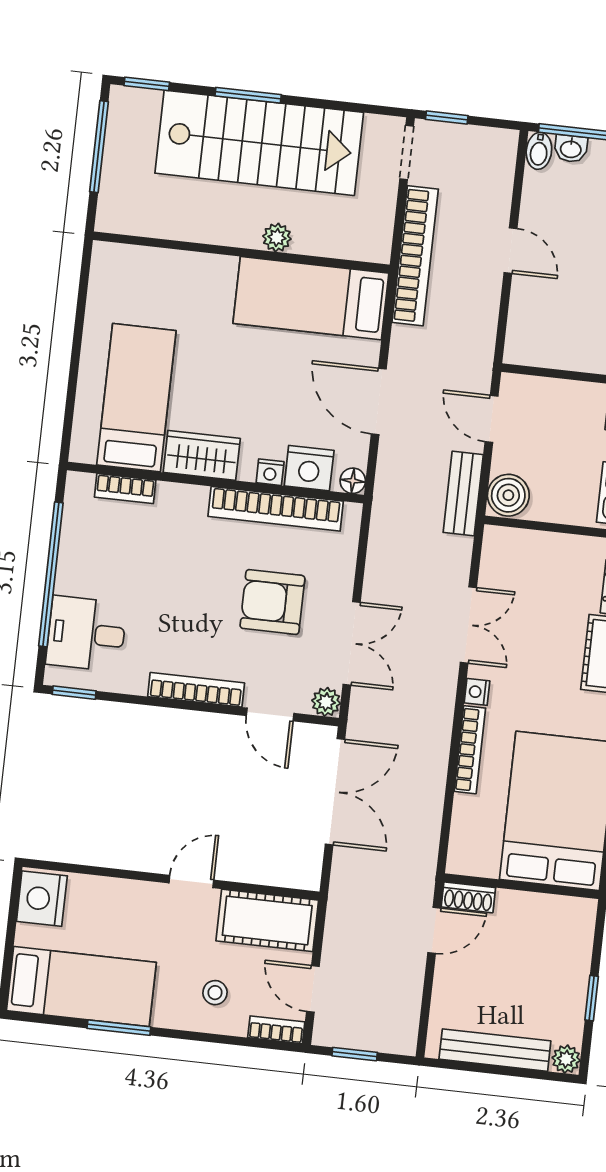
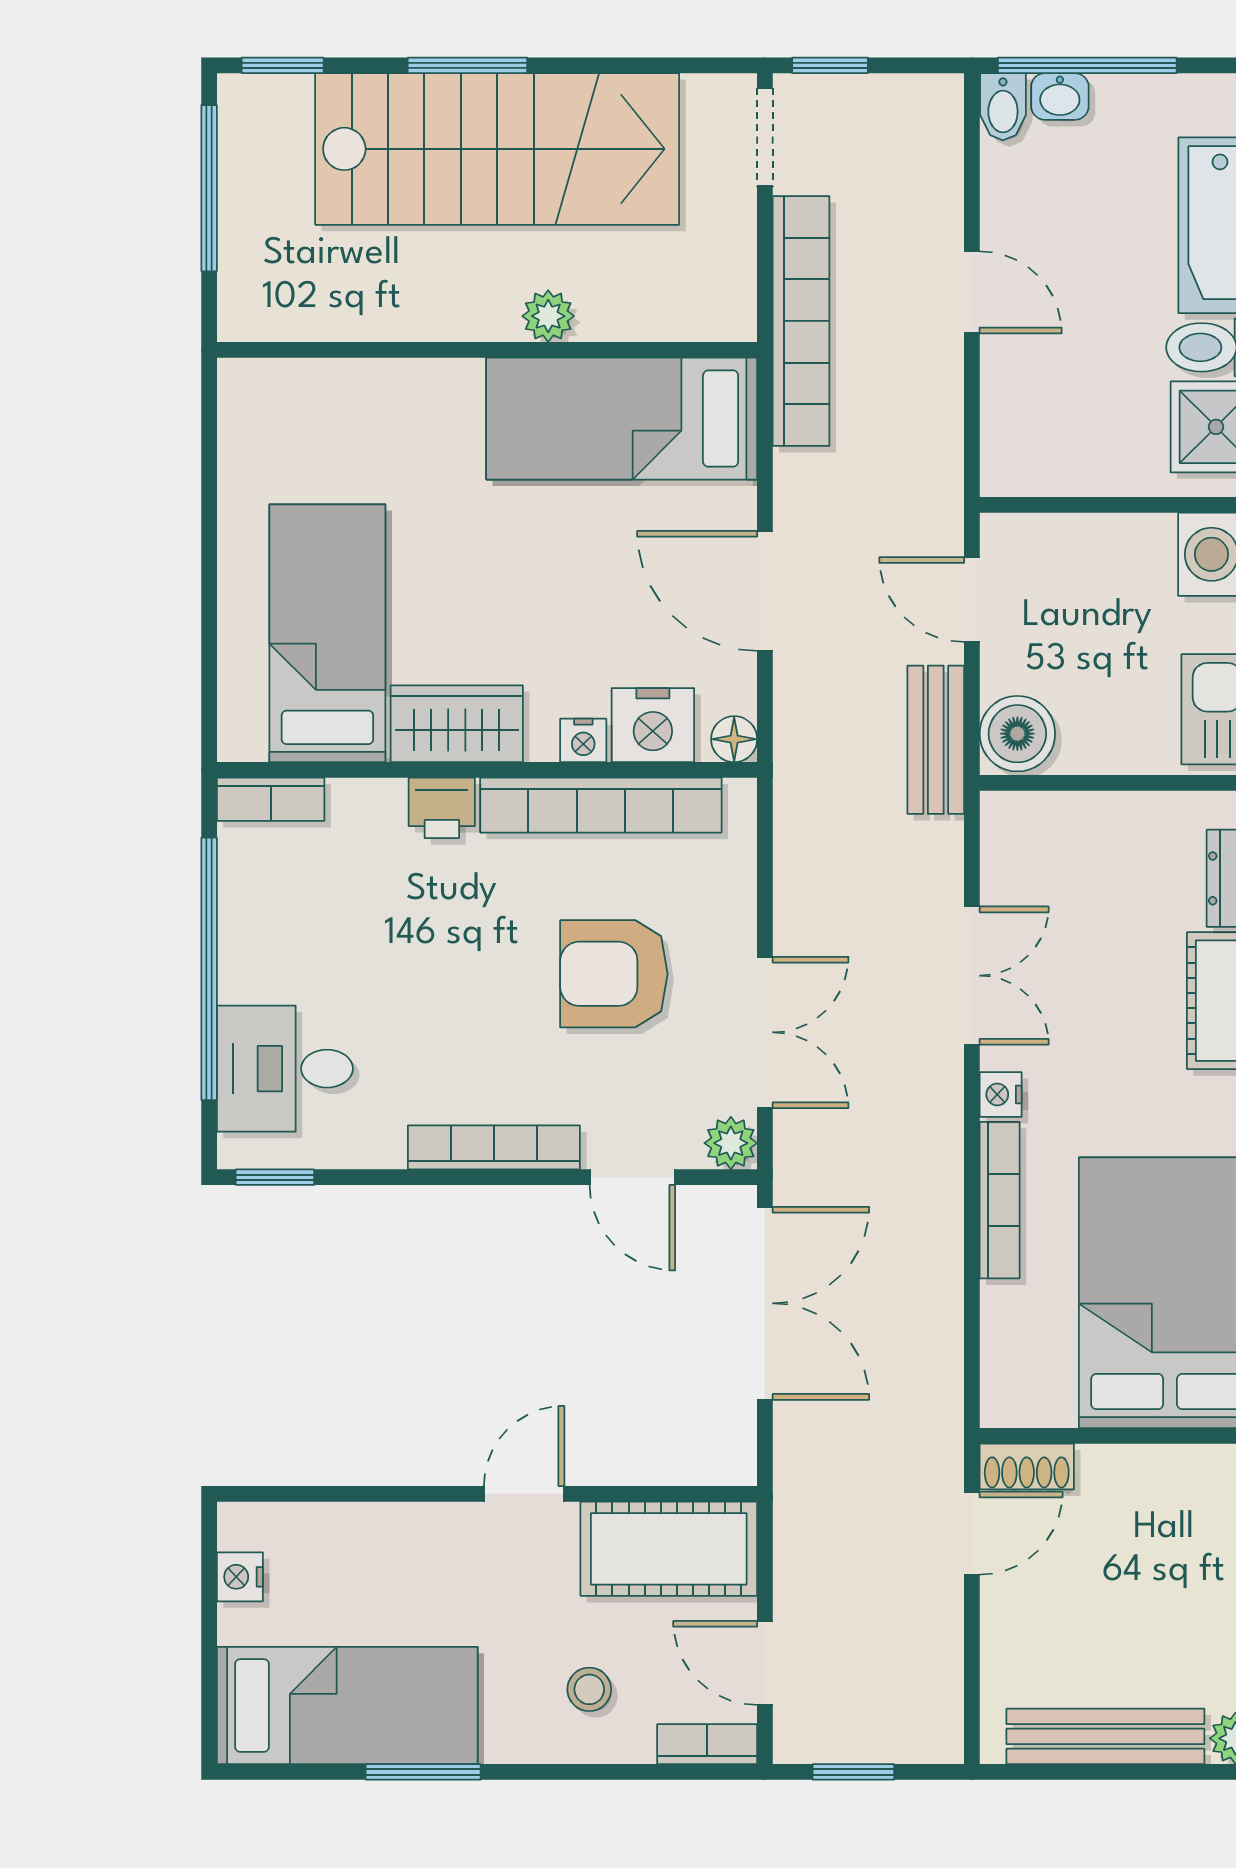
bookcase: (125, 489) -> (271, 799), moved
printer: (188, 500) -> (442, 808), added
nightstand: (42, 899) -> (240, 1577), width x0.53, depth x0.56

